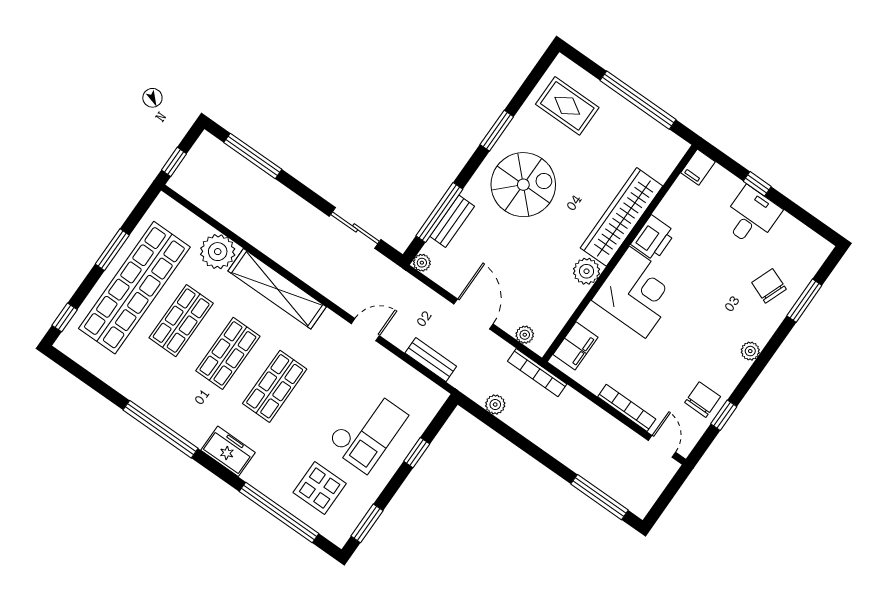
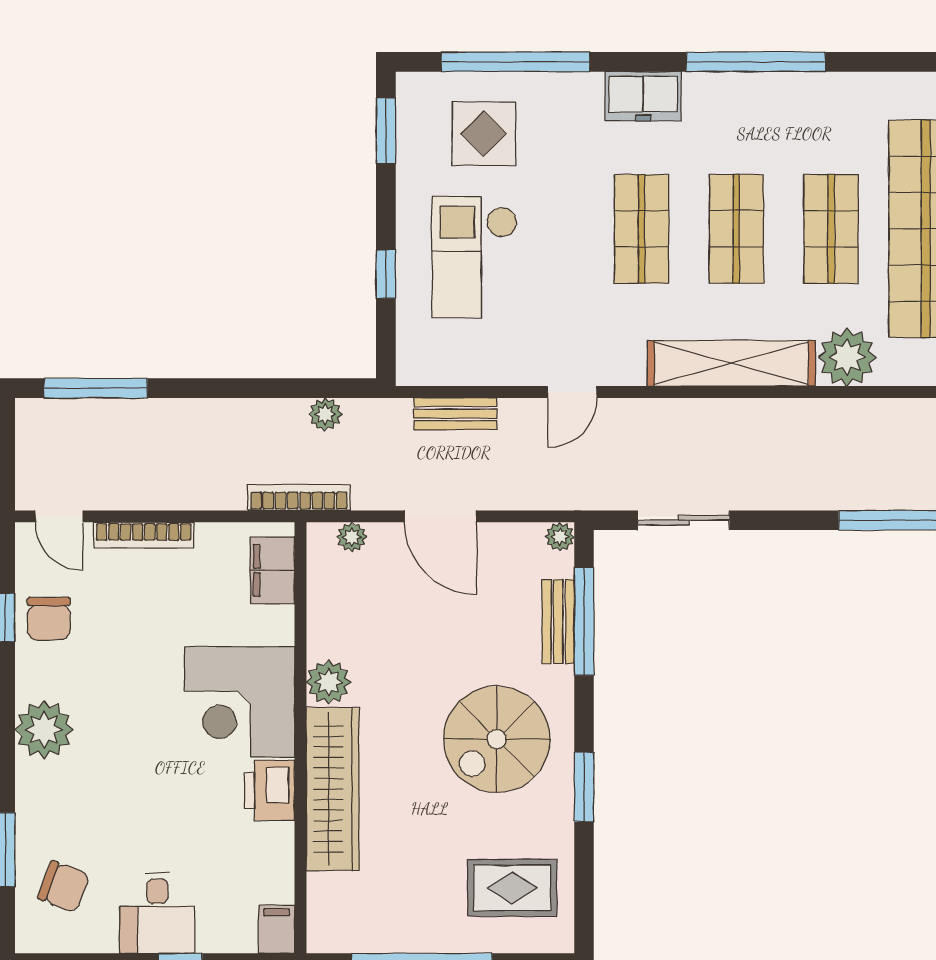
chair: (769, 286) -> (64, 887), moved
plant: (750, 351) -> (44, 730), width x1.88, depth x1.88

